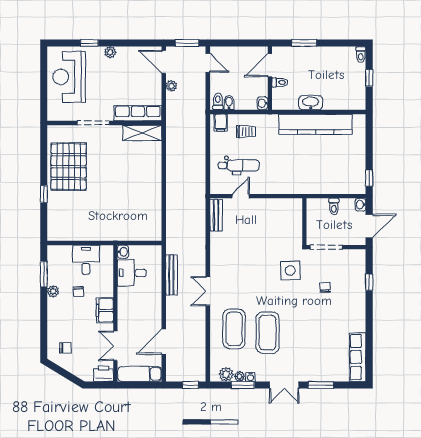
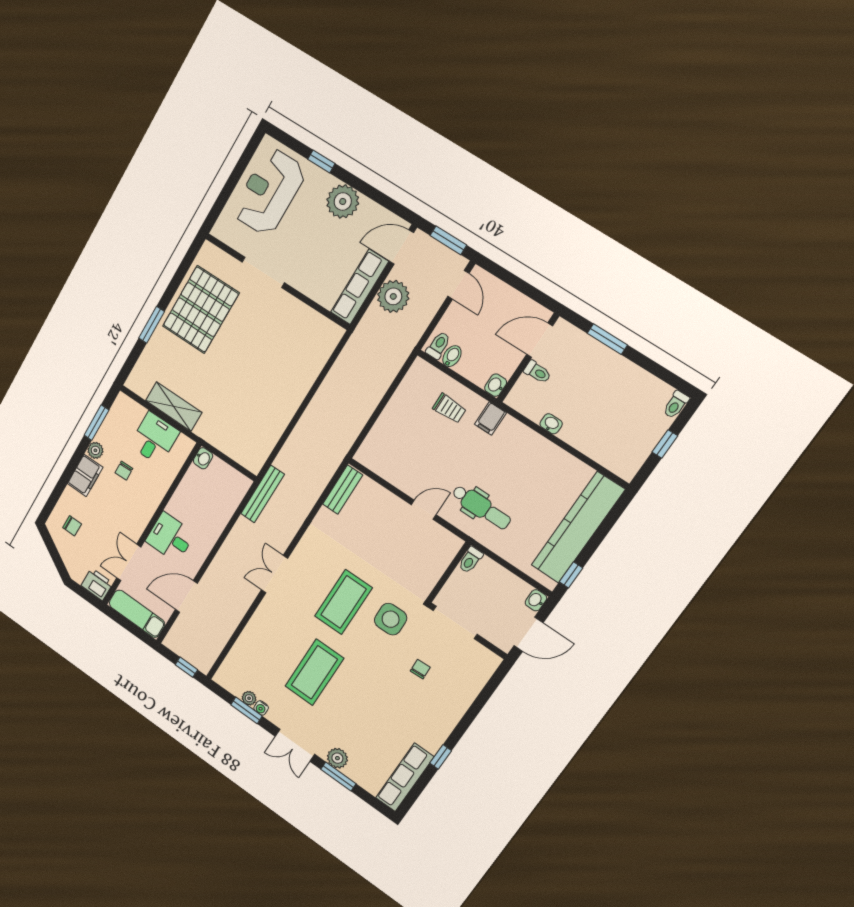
plant: (110, 52) -> (343, 201), width x1.87, depth x1.87
door: (164, 62) -> (401, 247), hinge flipped
plant: (171, 86) -> (393, 296), width x1.88, depth x1.88
washbasin: (311, 103) -> (551, 424), width x0.52, depth x0.69
row of seats: (138, 113) -> (360, 287), moved, turned -90
filing cabinet: (221, 123) -> (490, 418), moved
kitchen counter: (316, 124) -> (578, 528), moved, turned 90
shelving: (142, 133) -> (174, 407), moved
dental chair: (239, 165) -> (481, 507), moved
window: (44, 194) -> (152, 325), width x1.50
door: (241, 196) -> (424, 510), moved
toilet: (334, 207) -> (470, 560), moved
desk: (132, 273) -> (170, 537), moved
bench: (171, 275) -> (263, 494), moved
window: (369, 282) -> (441, 757), moved
filing cabinet: (105, 310) -> (85, 475), moved, turned 180
coffee table: (234, 329) -> (343, 602), moved
plant: (226, 374) -> (337, 758), moved

